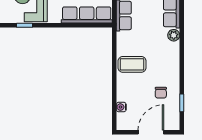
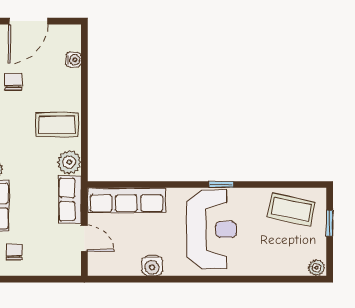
plant: (124, 40) -> (69, 162), added

